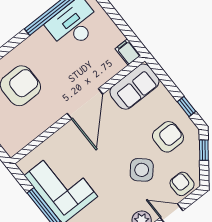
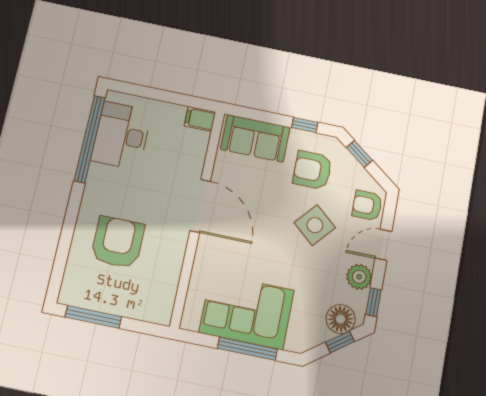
sofa: (134, 87) -> (255, 138), moved, turned 90
armchair: (168, 137) -> (312, 170), turned -90

